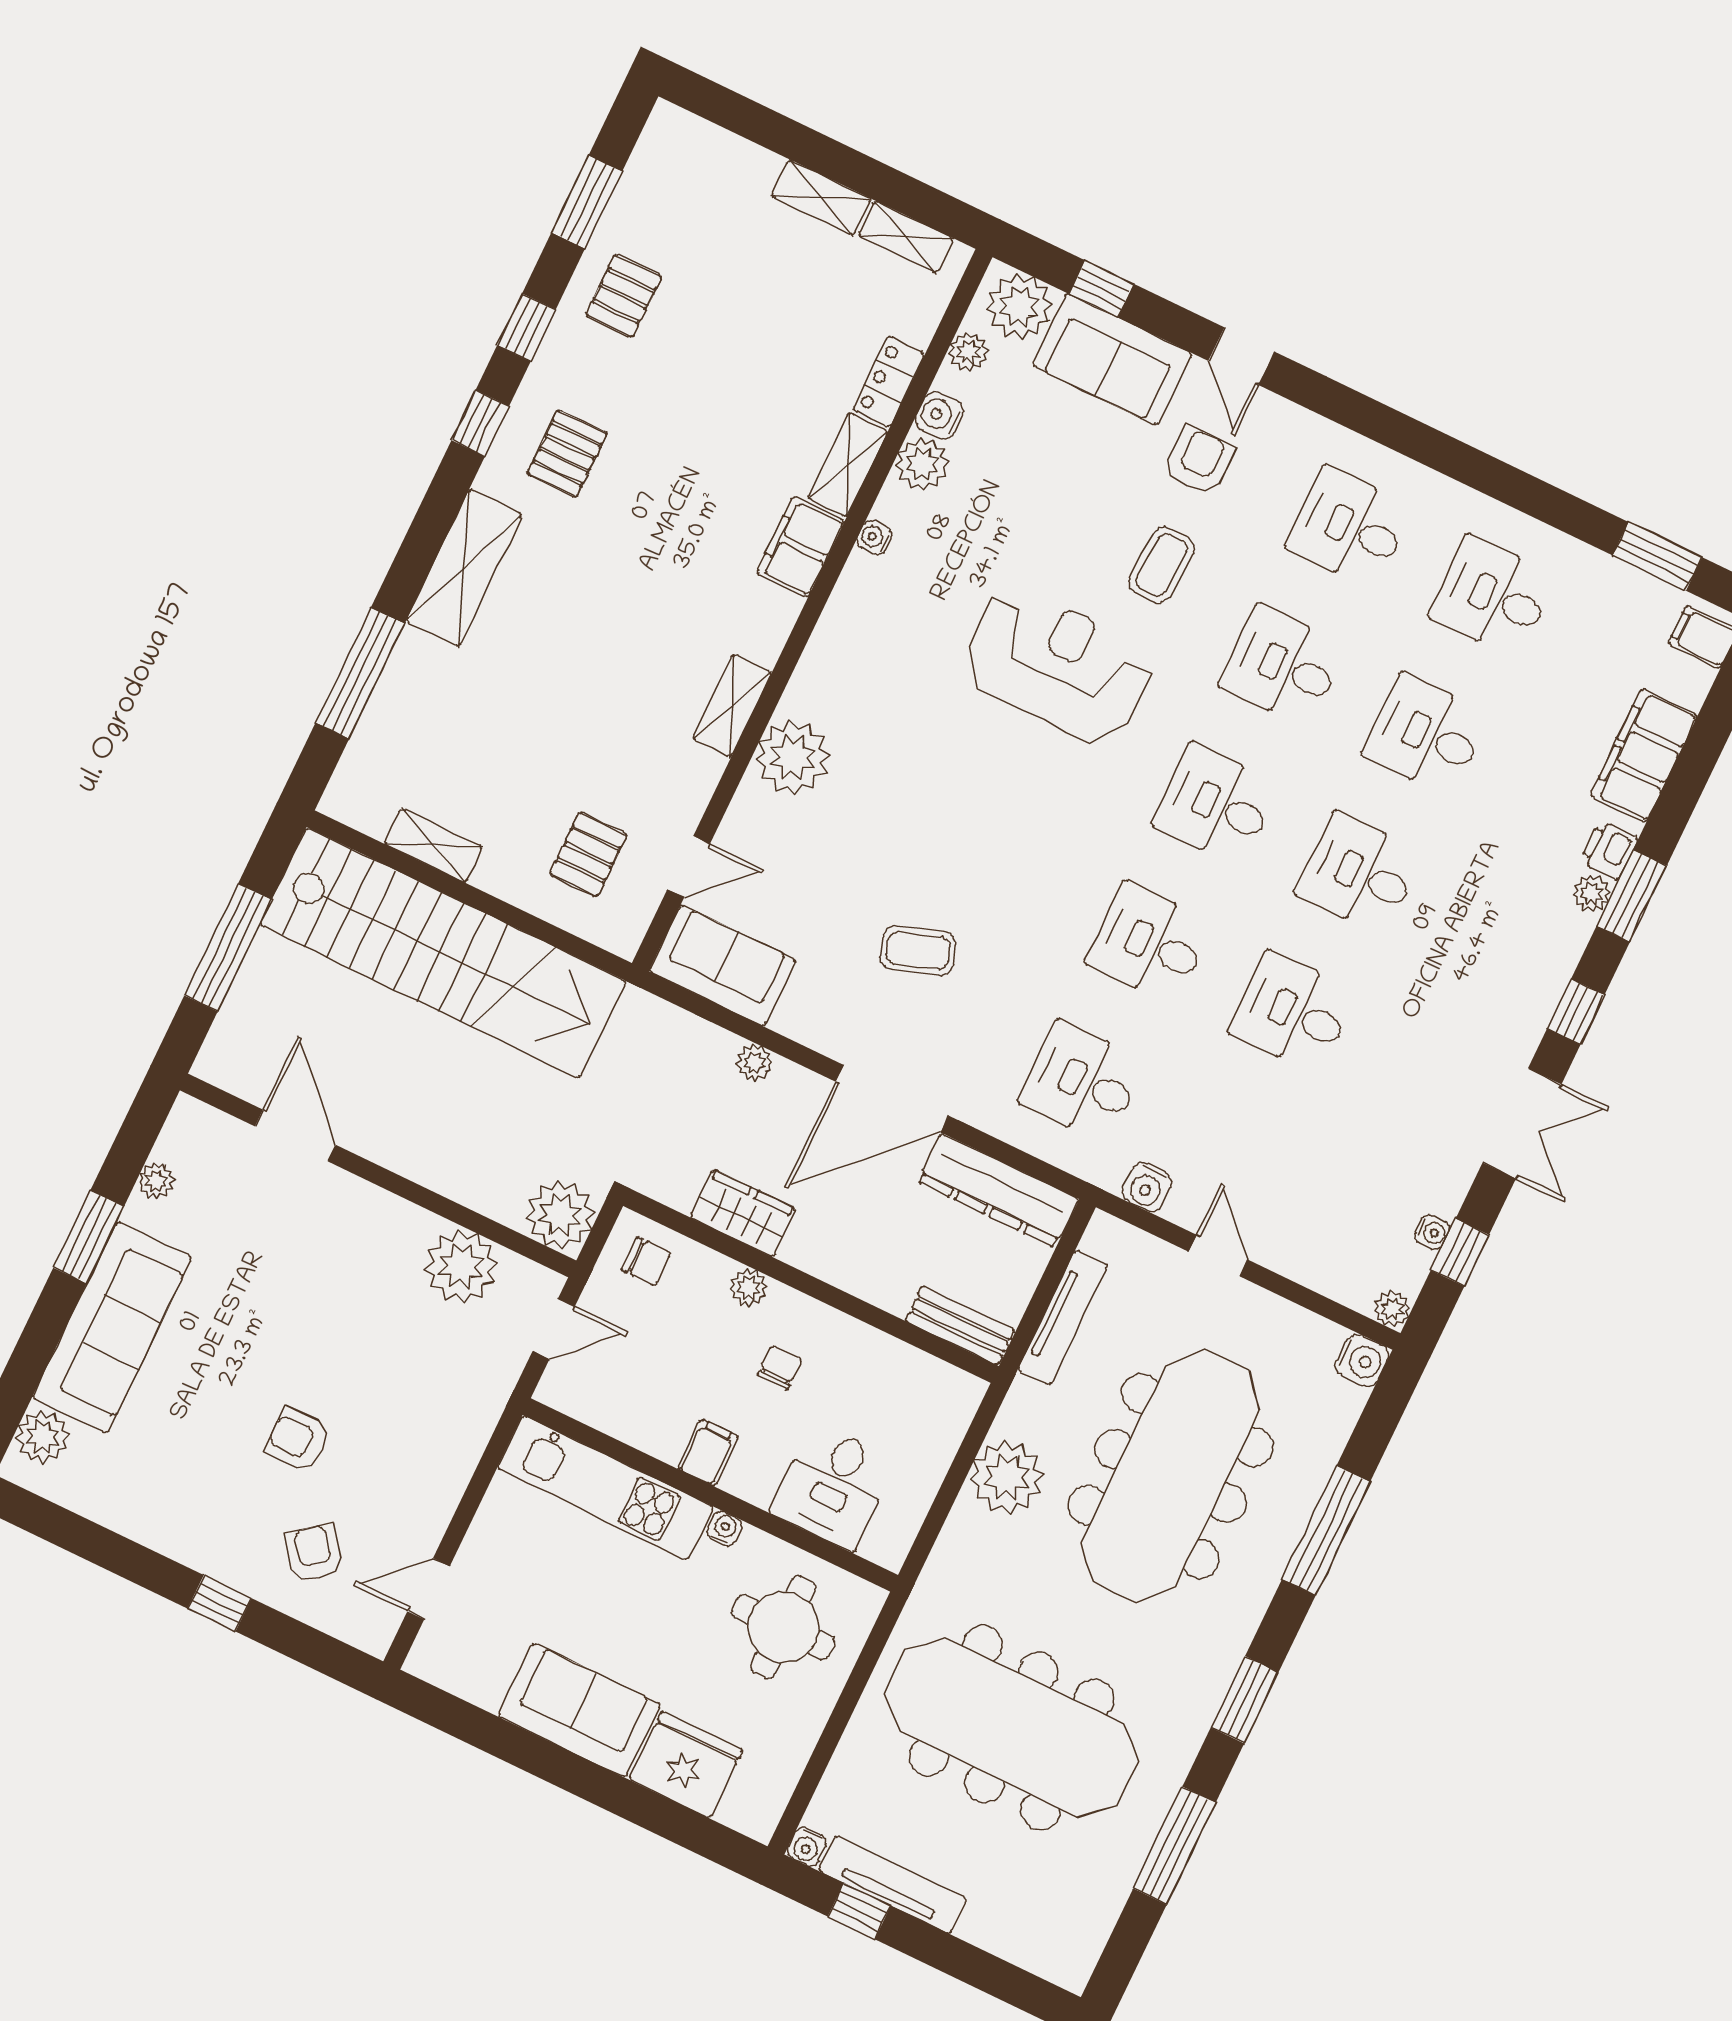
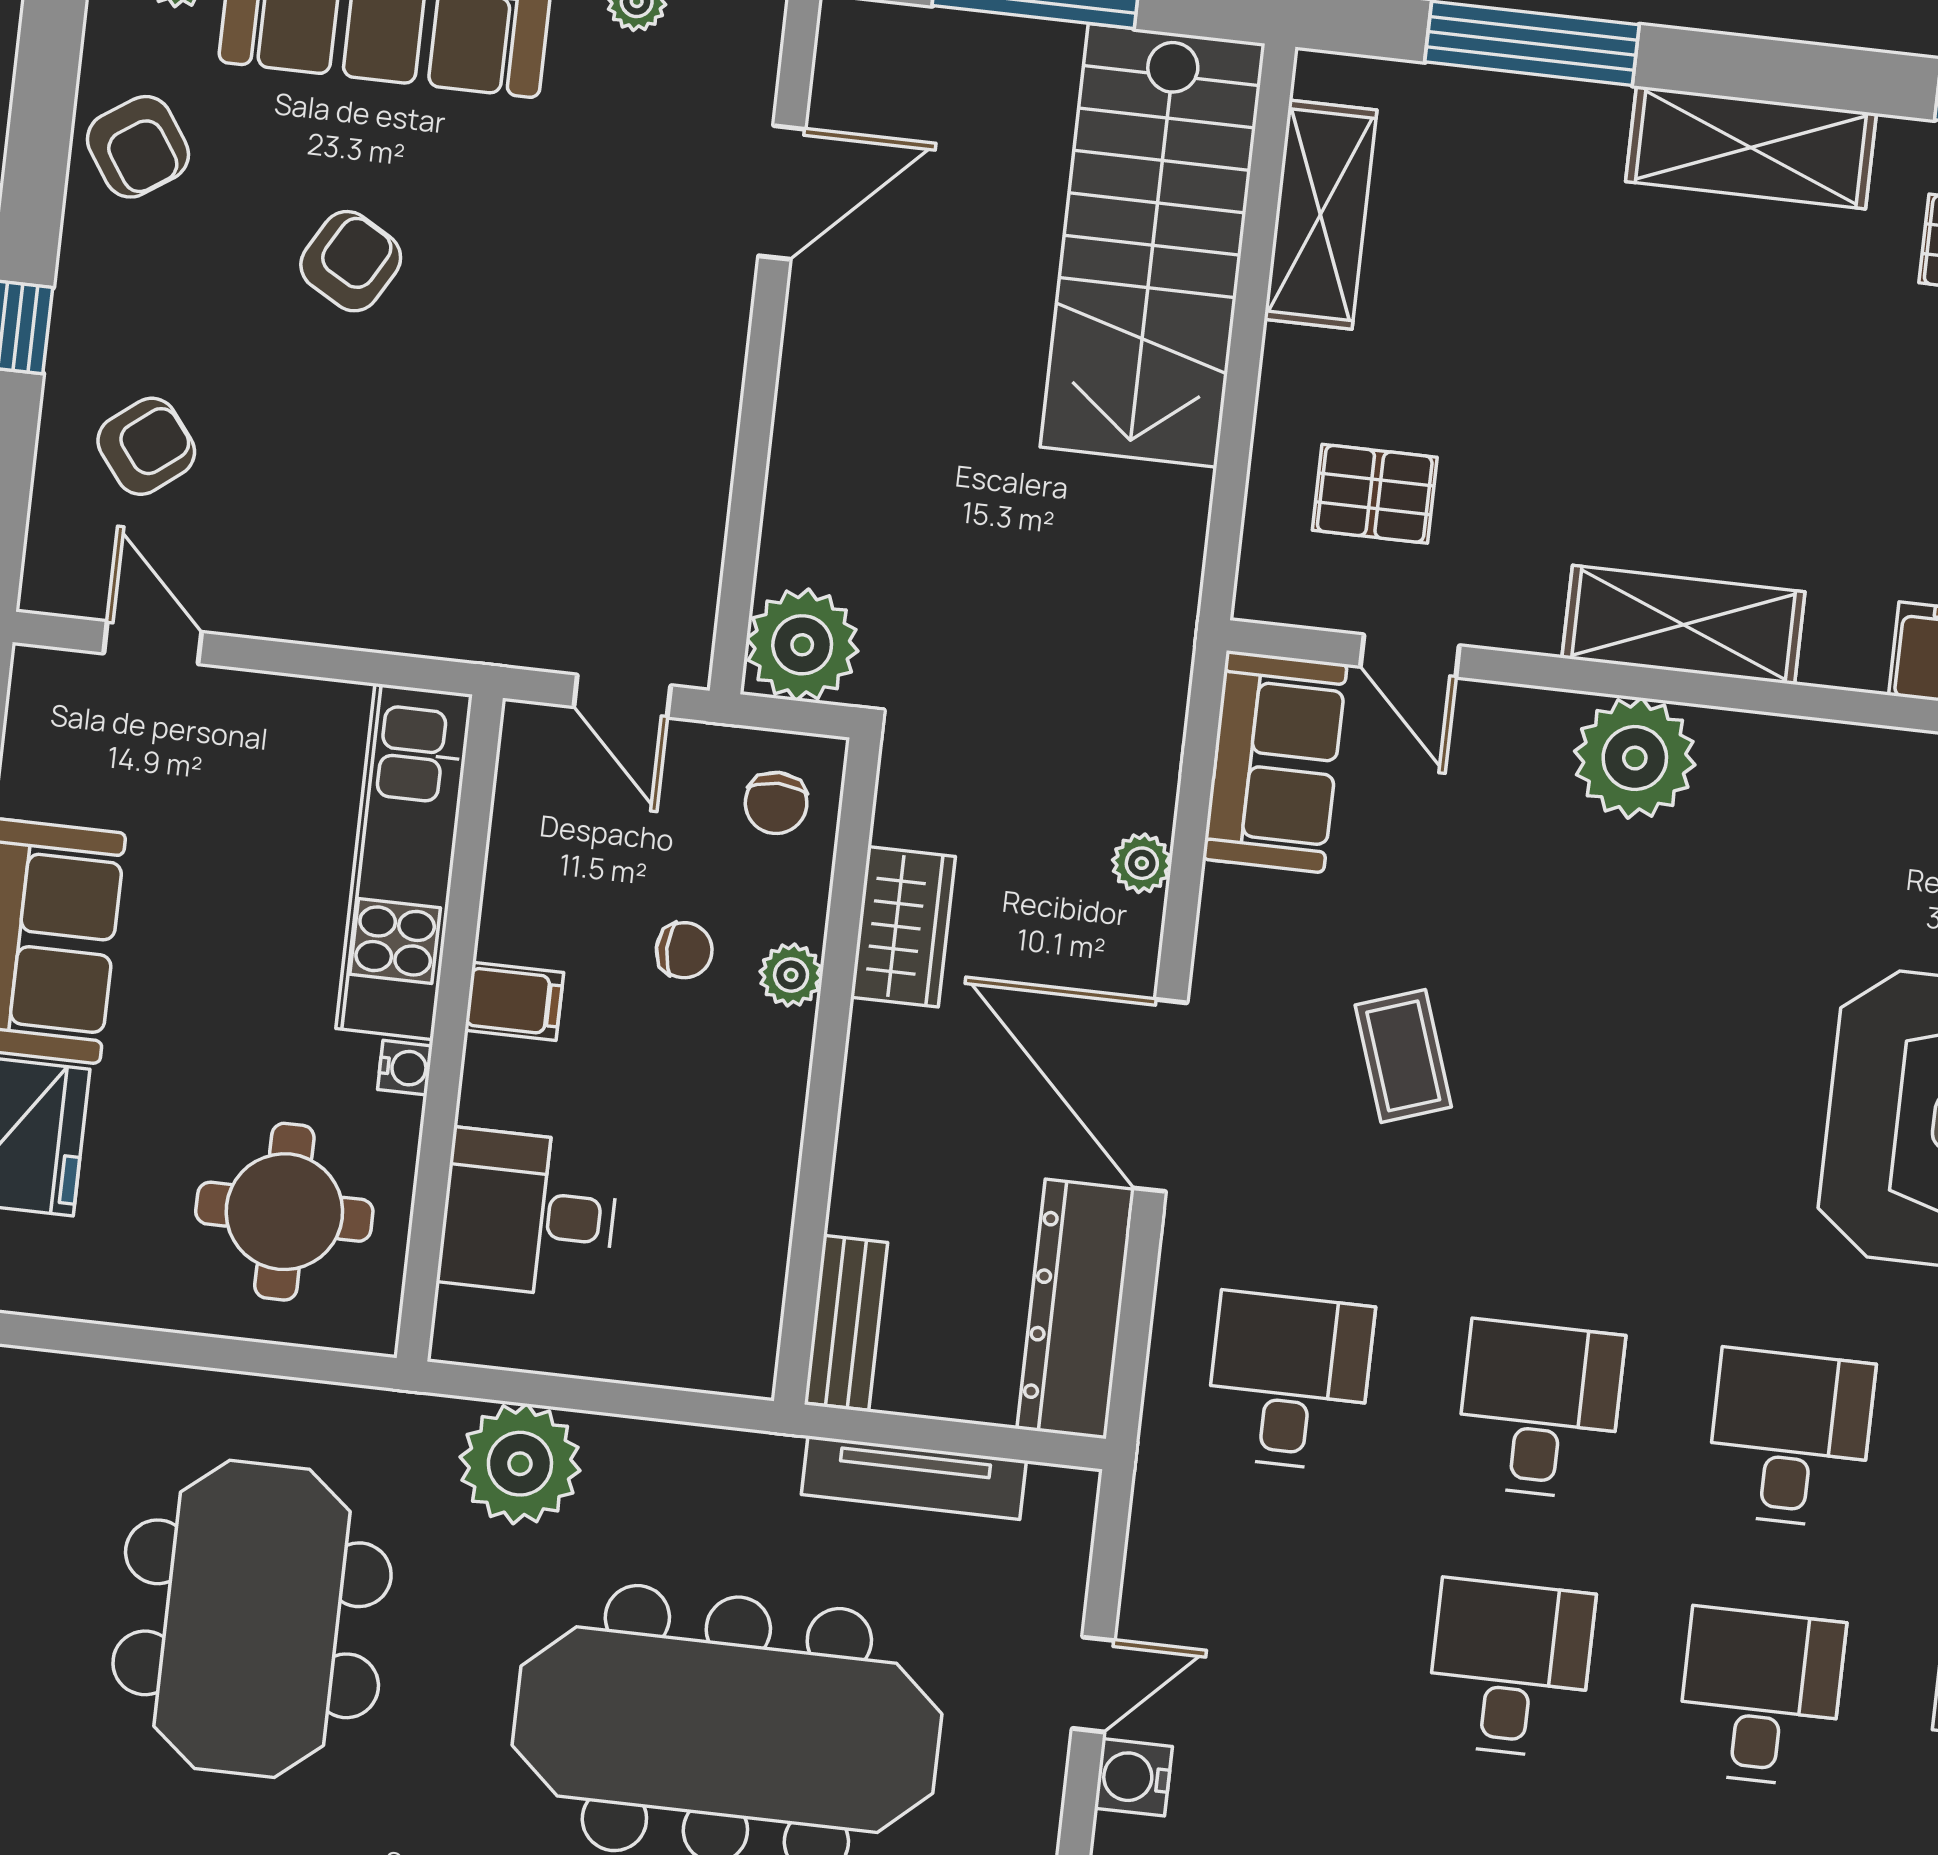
shelving: (732, 706) -> (1683, 625), width x1.50, depth x1.33
shelving: (434, 845) -> (1320, 215), width x1.50, depth x1.33
stairs: (443, 953) -> (1153, 245), width x0.73
water cooler: (1147, 1187) -> (1133, 1777), moved
plant: (461, 1266) -> (669, 519), removed
chair: (780, 1367) -> (684, 950), moved
armchair: (298, 1440) -> (351, 261), moved, turned 30
plant: (1007, 1477) -> (520, 1464), moved
armchair: (140, 1498) -> (138, 147), added
meeting table: (1011, 1728) -> (252, 1619), width x0.73

